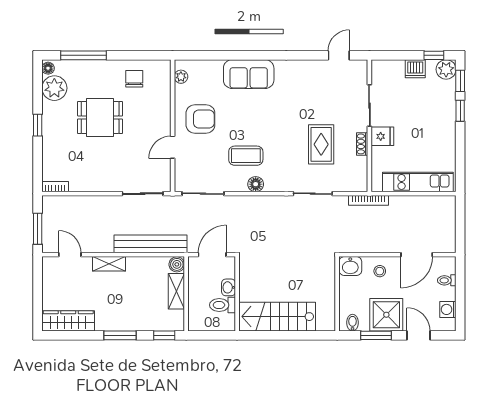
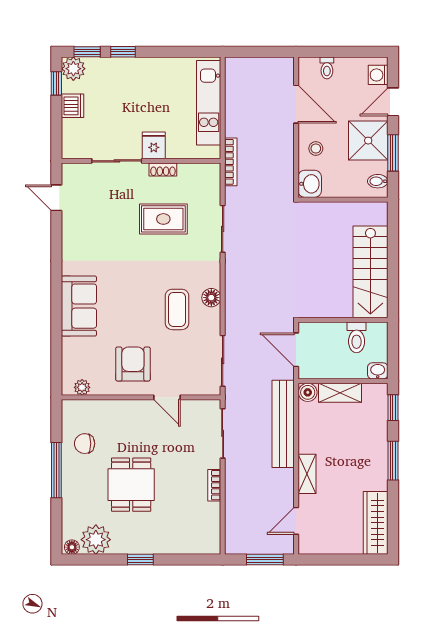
window: (84, 55) -> (56, 470), moved
bookcase: (55, 187) -> (214, 485), moved
washbasin: (229, 287) -> (378, 371), moved, turned 180
washing machine: (448, 309) -> (378, 75), moved, turned 90

